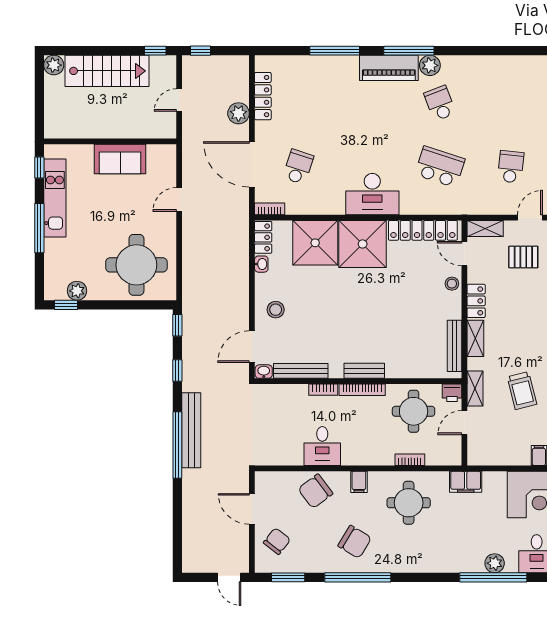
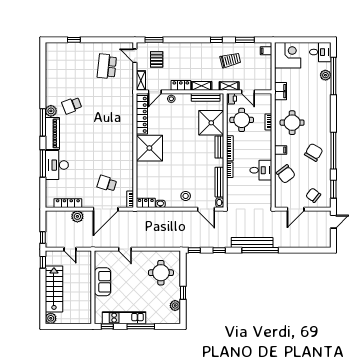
school desk: (440, 167) -> (107, 105), removed
school desk: (511, 167) -> (107, 66), width x1.85
desk: (372, 194) -> (57, 165), moved, turned 180
shower: (315, 243) -> (211, 123), moved
round table: (136, 265) -> (161, 273), width x0.73, depth x0.73
window: (66, 305) -> (183, 293), moved

